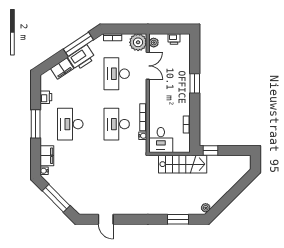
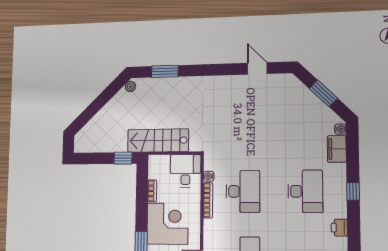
corner desk: (174, 99) -> (167, 224), added
window: (36, 124) -> (353, 191), width x0.46
window: (56, 198) -> (323, 93), width x0.69

